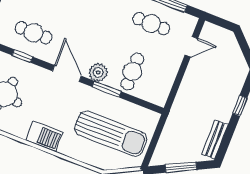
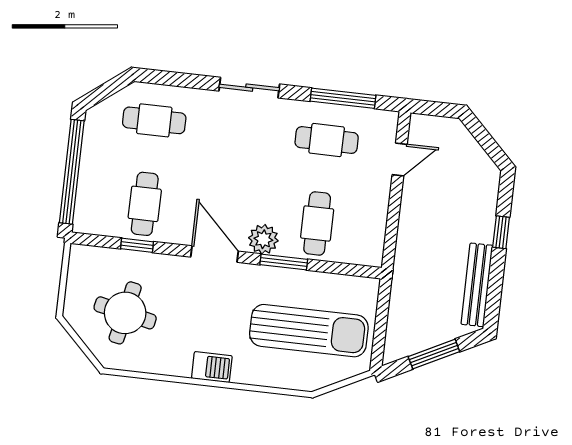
cafe table: (33, 33) -> (145, 204), turned 90
barbecue: (44, 136) -> (212, 367), width x0.73, depth x0.79
bench: (215, 139) -> (477, 285), width x1.36

